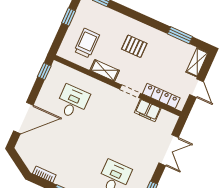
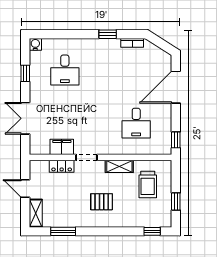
locker: (161, 96) -> (62, 166), width x0.66

